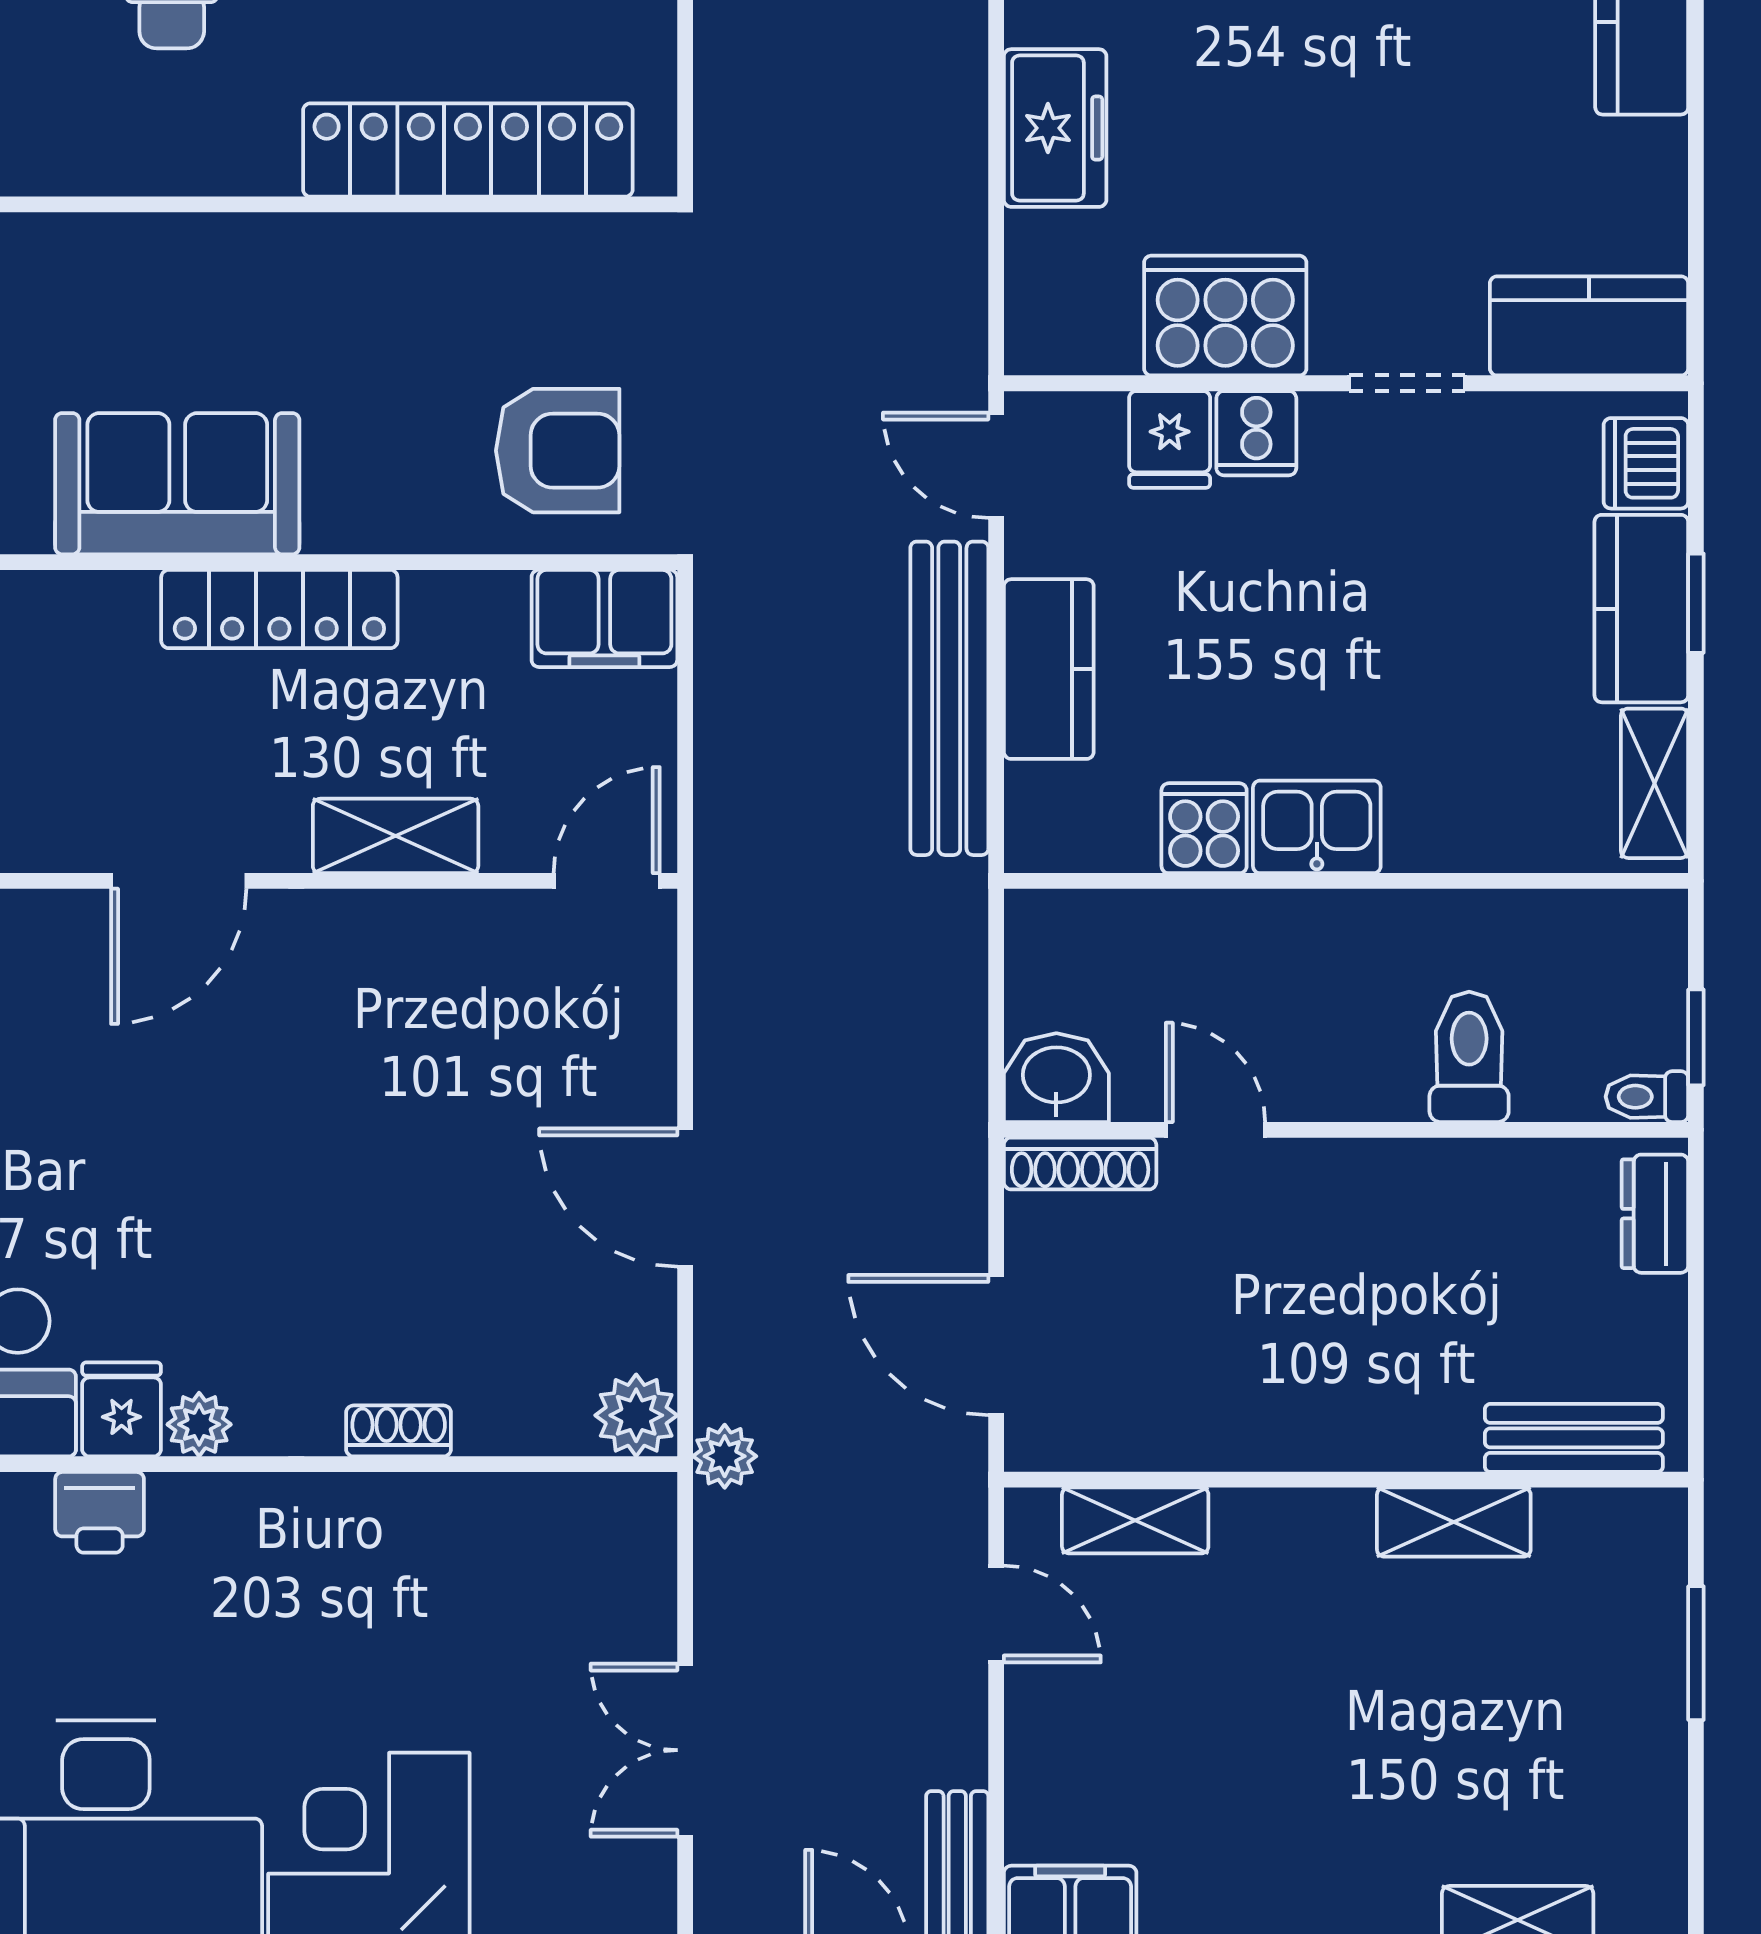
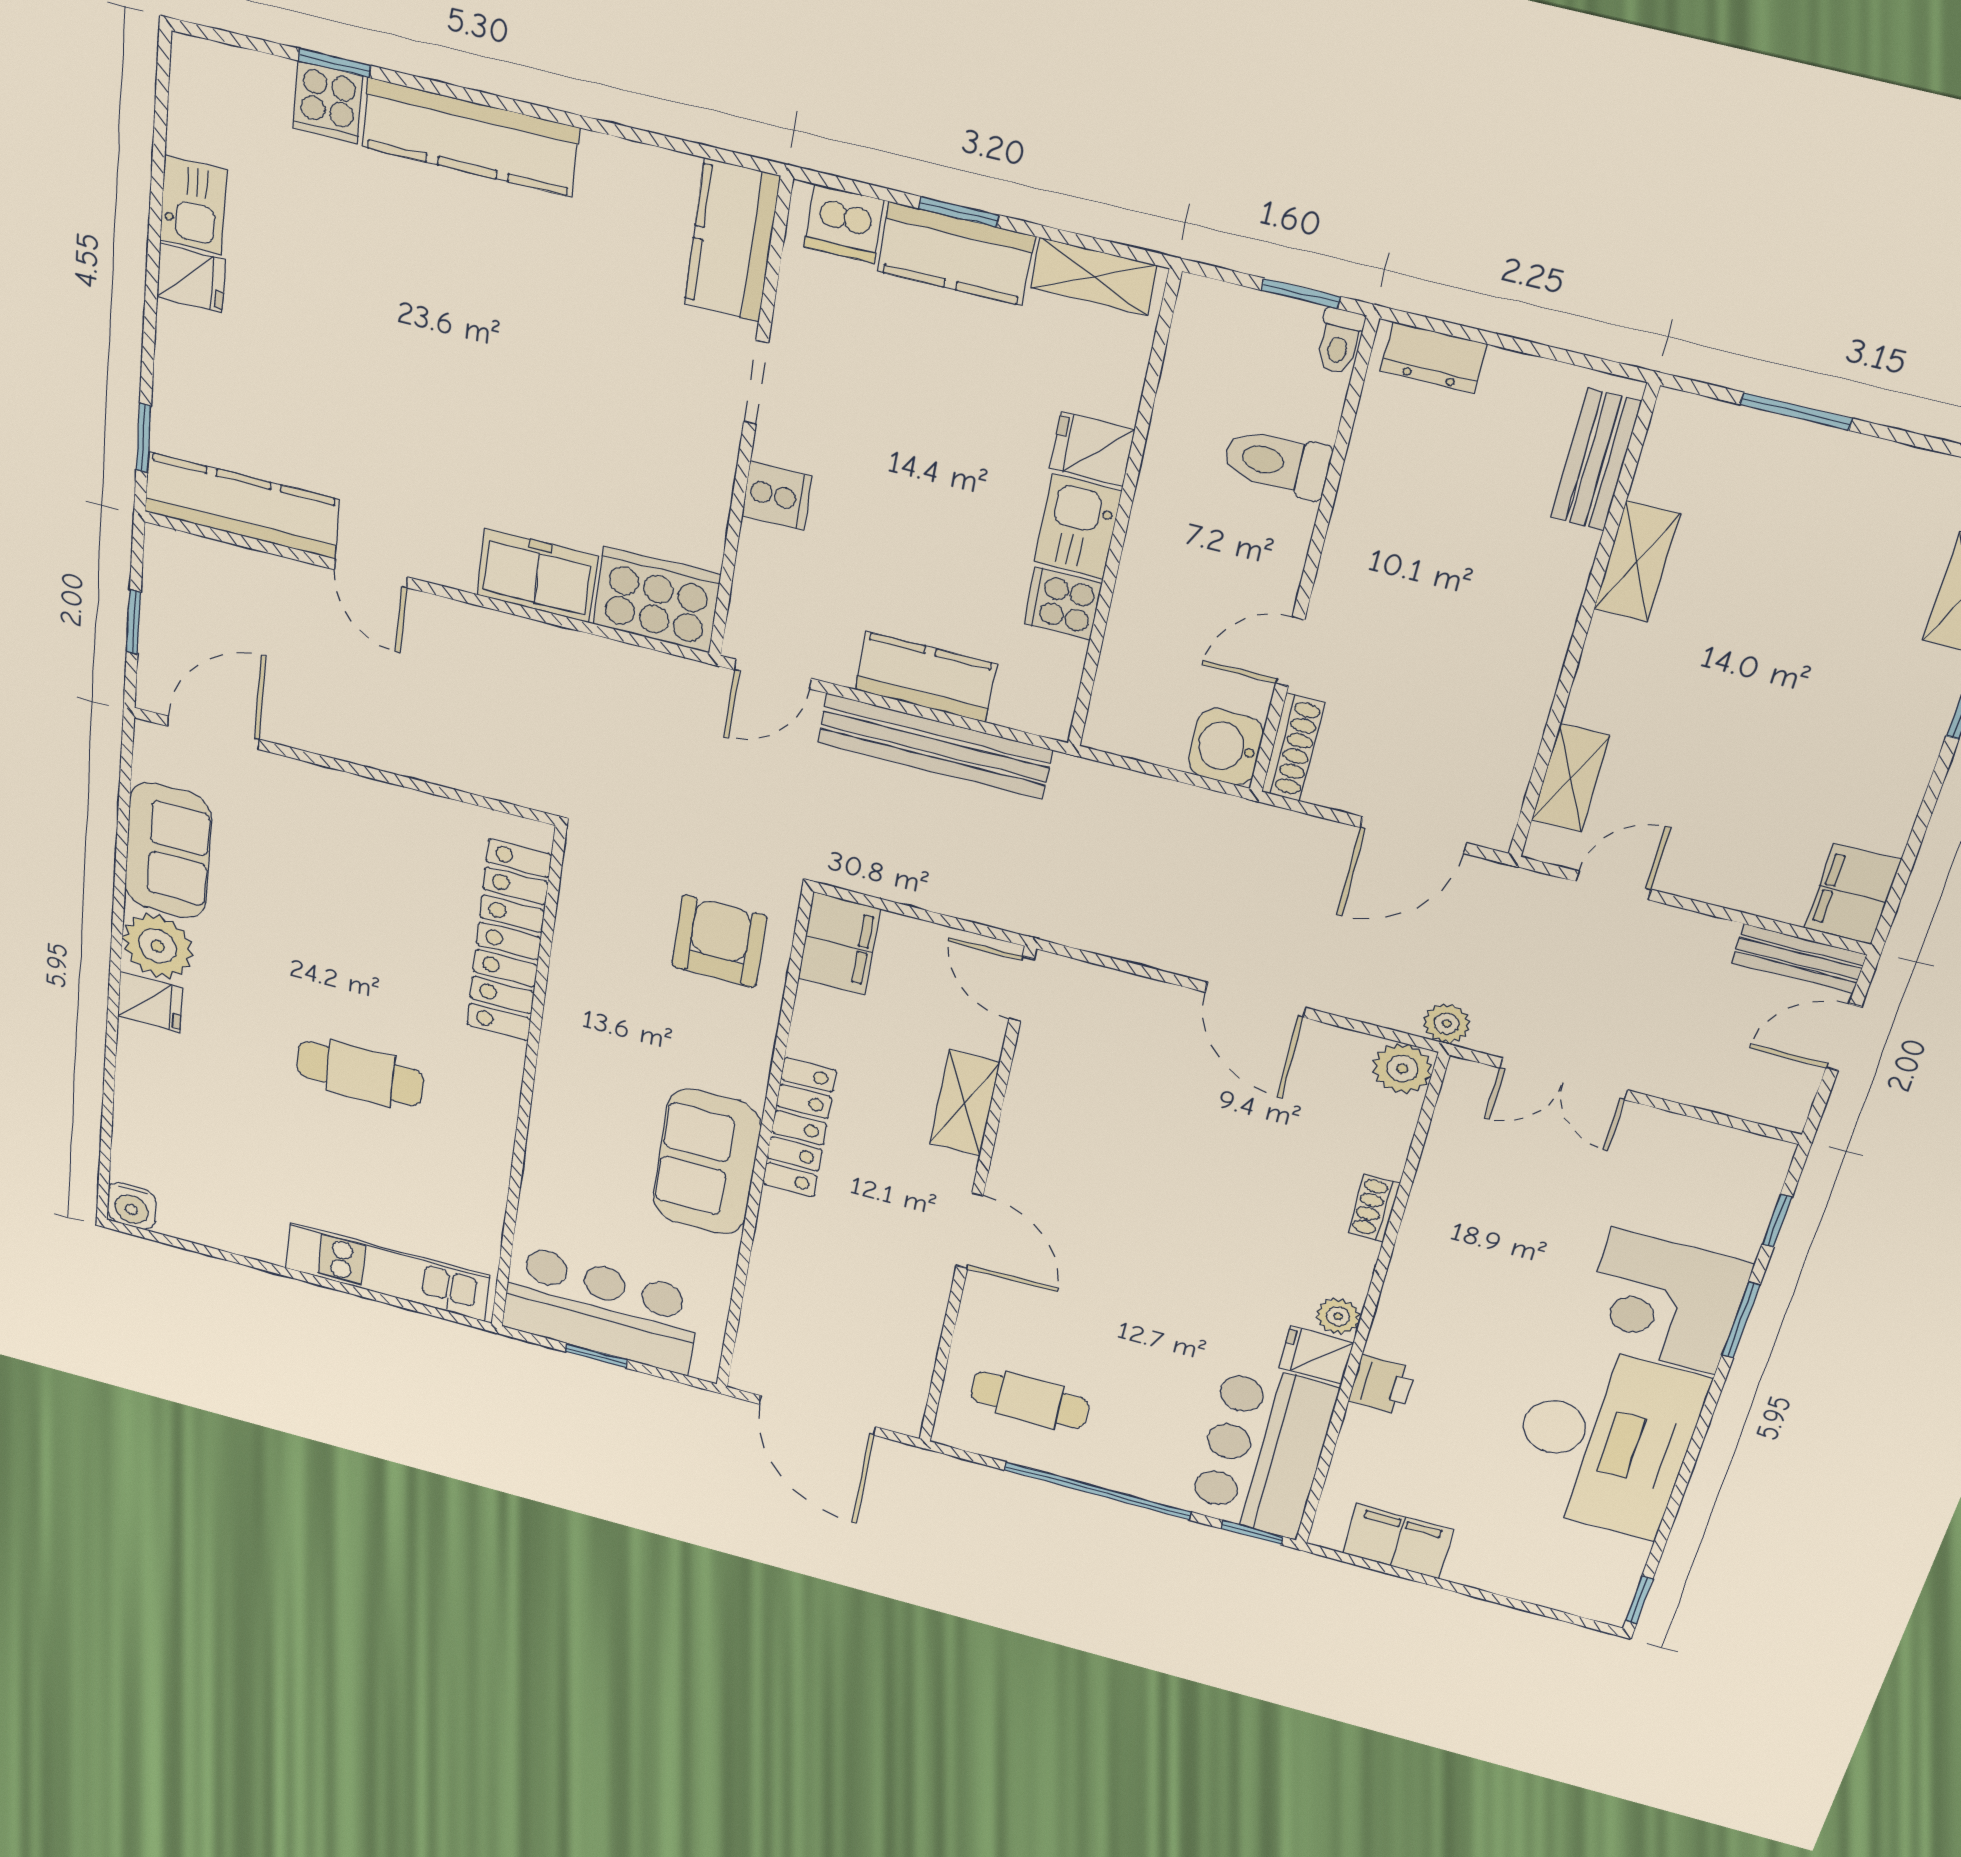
cooker: (1225, 316) -> (657, 600), moved, turned 90
fridge: (1170, 439) -> (1092, 449), moved, turned 180
door: (685, 1198) -> (1255, 1000), hinge flipped
double door: (685, 1750) -> (1564, 1079), moved

